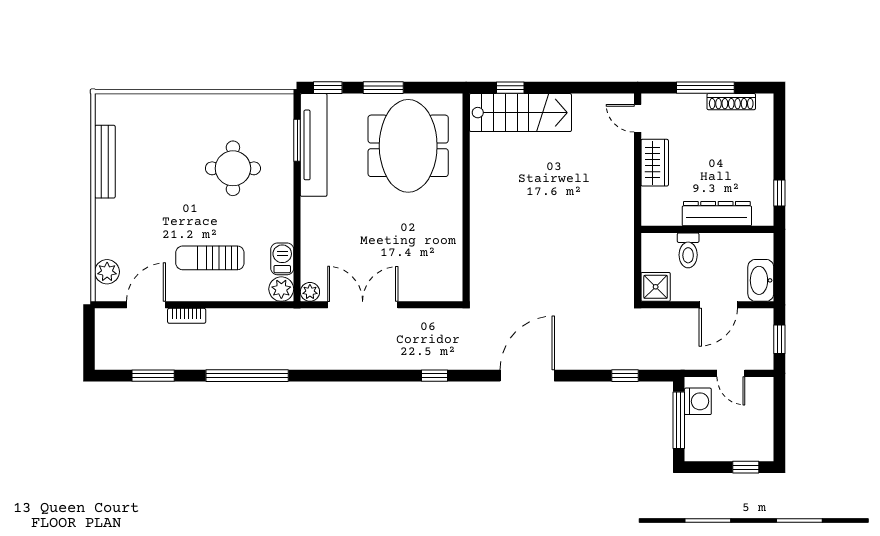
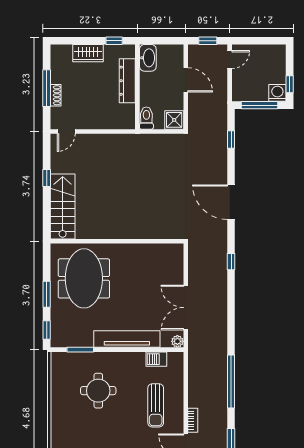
window: (510, 88) -> (47, 178), moved
shoe rack: (731, 102) -> (56, 95), moved, width x0.70
tv unit: (314, 145) -> (127, 339), moved
meeting table: (408, 146) -> (84, 278), turned 90
wardrobe: (655, 163) -> (88, 53), moved, turned 180
toilet: (688, 250) -> (146, 118), moved, turned -90
washbasin: (761, 280) -> (148, 58), moved, turned -90
plant: (281, 289) -> (176, 360), removed
door: (731, 373) -> (230, 60), moved
washing machine: (698, 401) -> (277, 93), moved
window: (746, 467) -> (290, 84), moved

